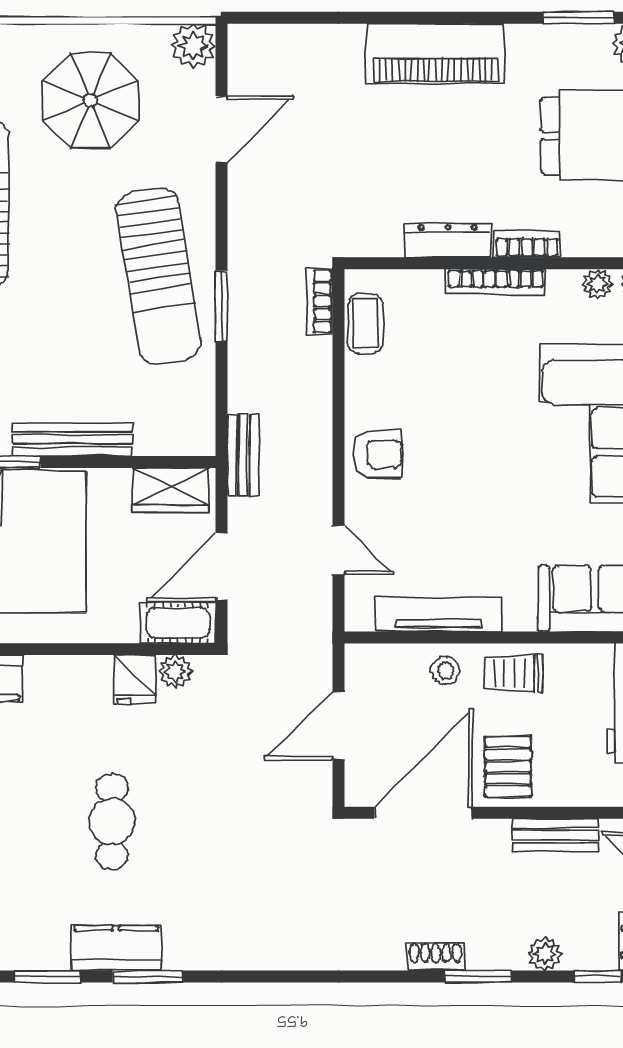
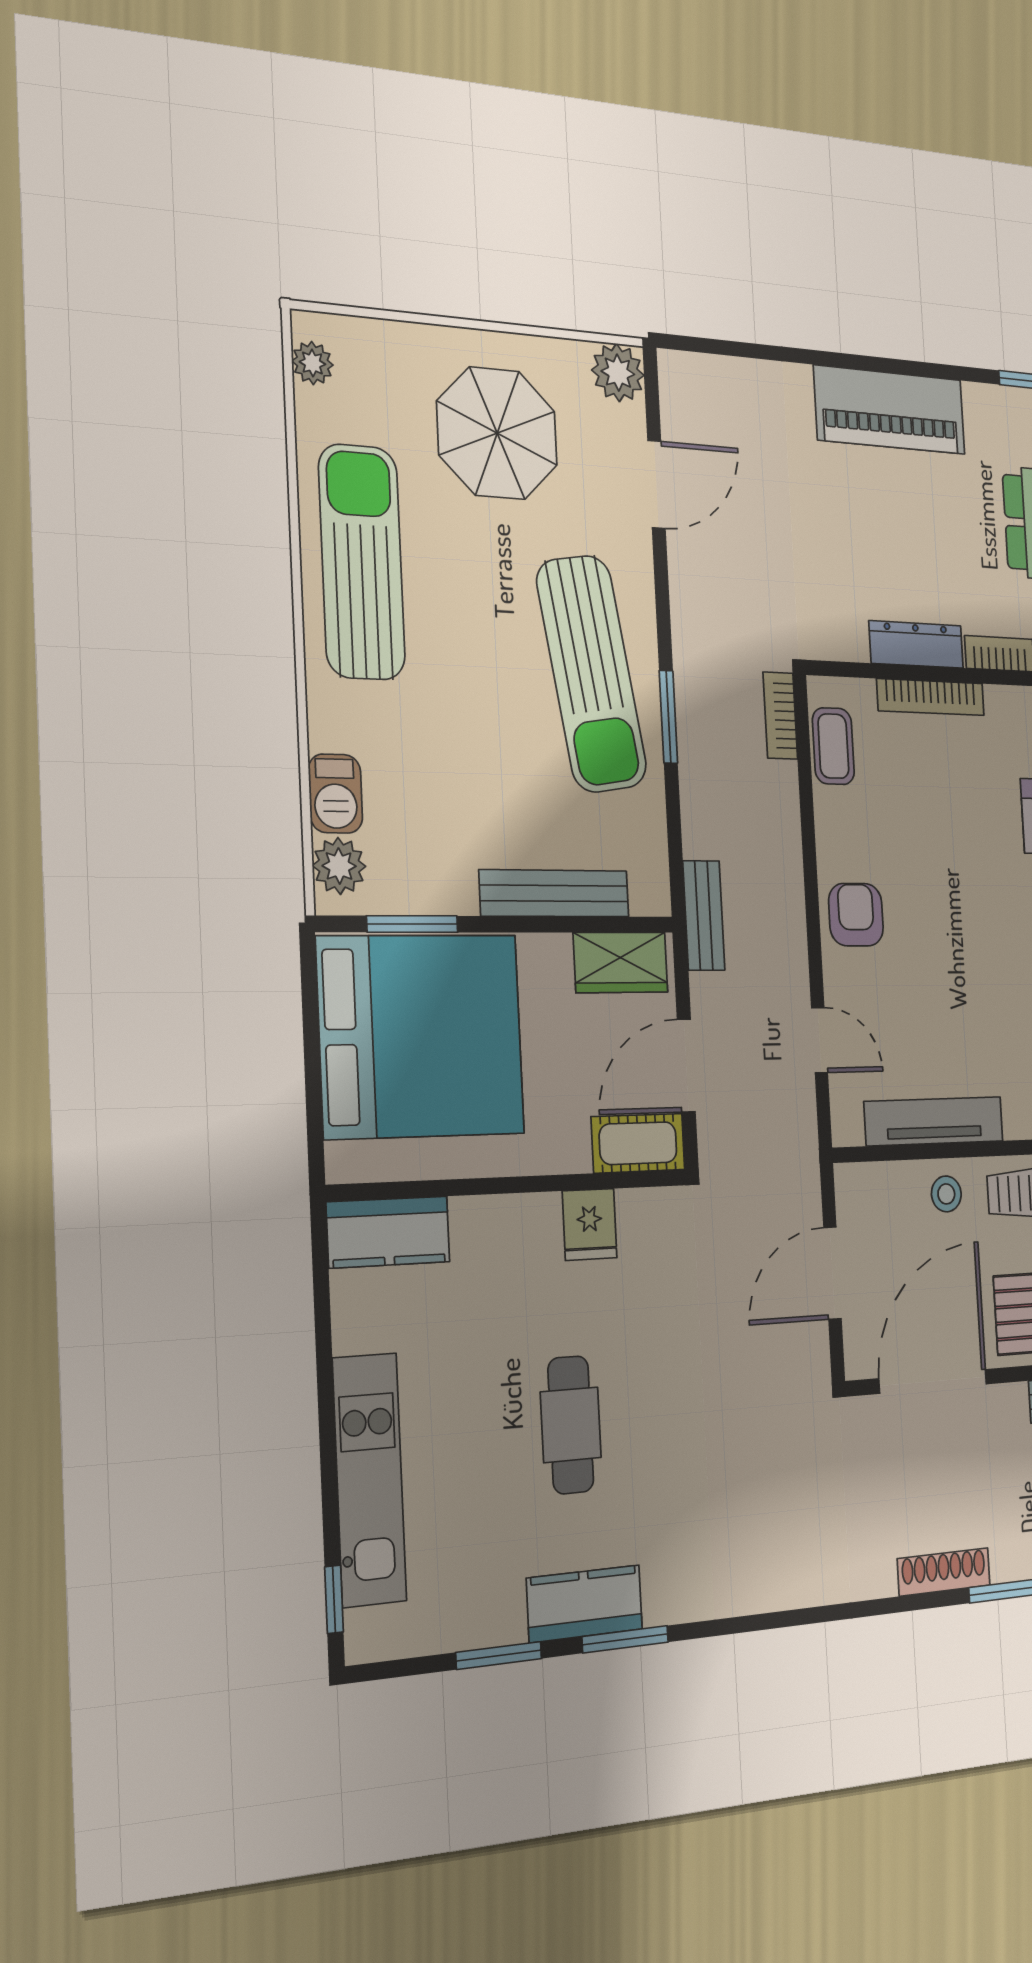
bookcase: (496, 282) -> (931, 697), moved
bench: (72, 439) -> (555, 893), moved
armchair: (377, 454) -> (856, 915), turned -90
plant: (175, 671) -> (638, 1210), removed
shoe rack: (436, 957) -> (944, 1572), width x1.43

